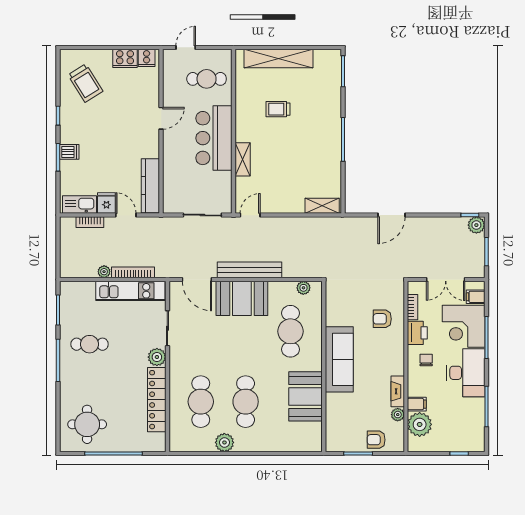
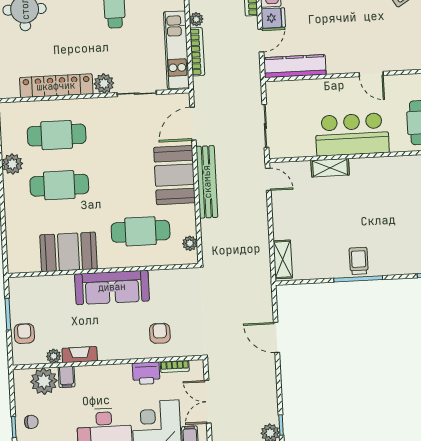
trolley: (278, 109) -> (359, 261), moved
chair: (426, 360) -> (31, 422), moved

